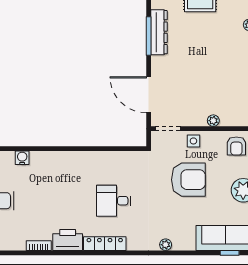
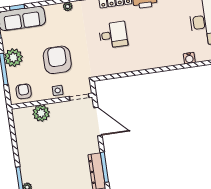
plant: (213, 121) -> (41, 113), width x1.87, depth x1.87
armchair: (188, 180) -> (57, 60), turned 90

